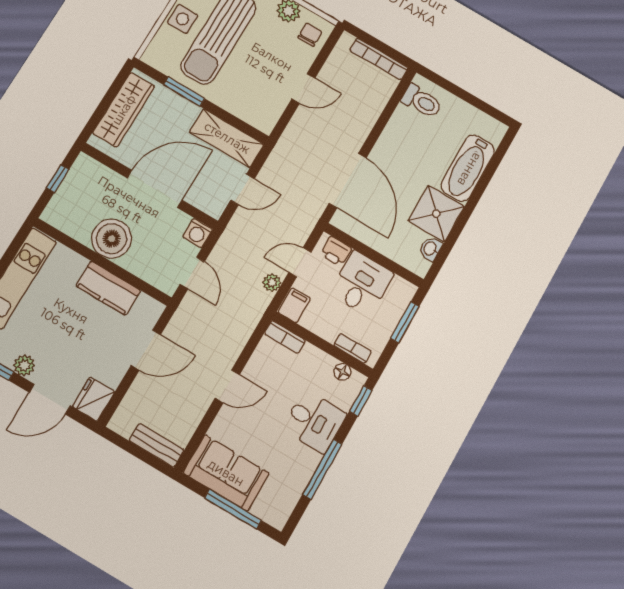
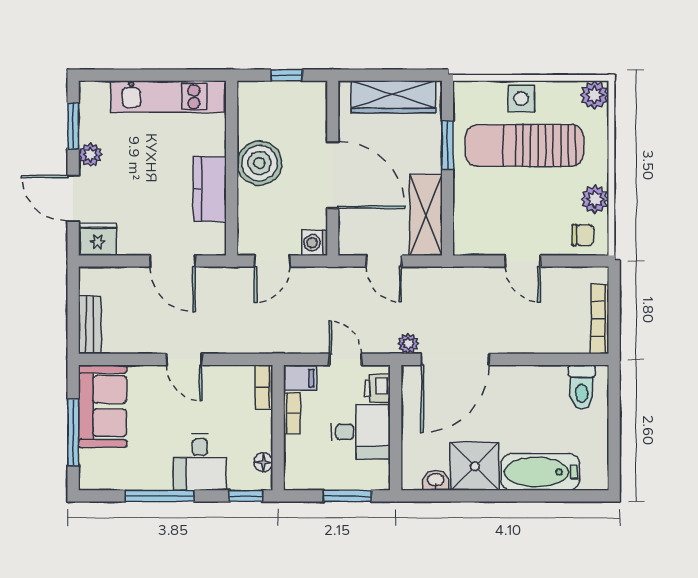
plant: (272, 283) -> (408, 344), moved
bookcase: (353, 348) -> (292, 413), moved

